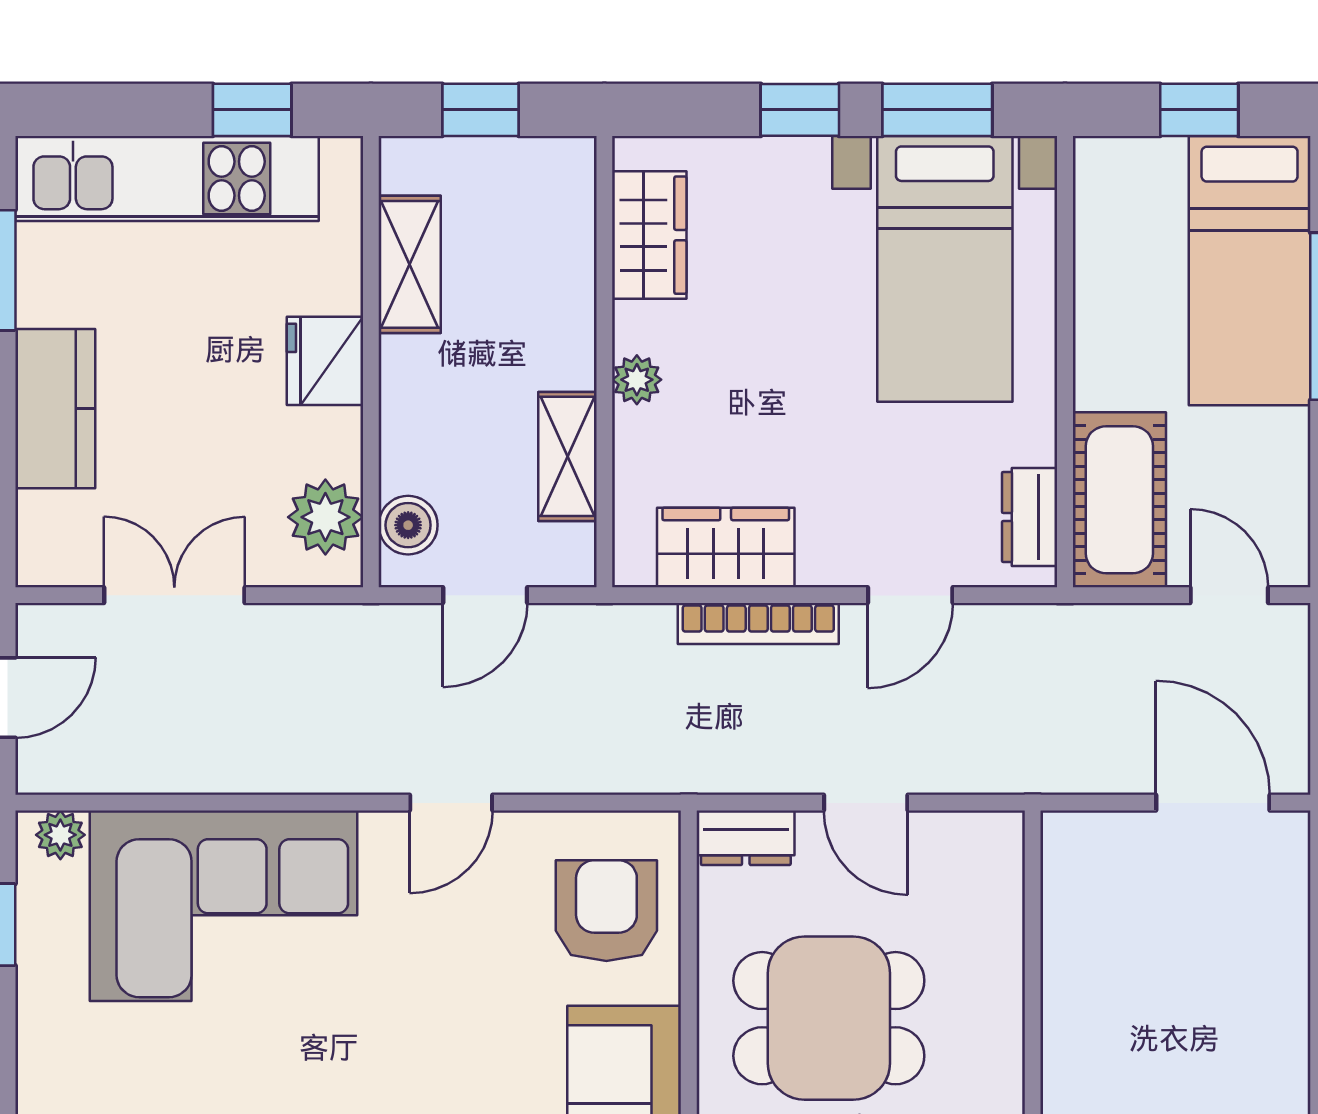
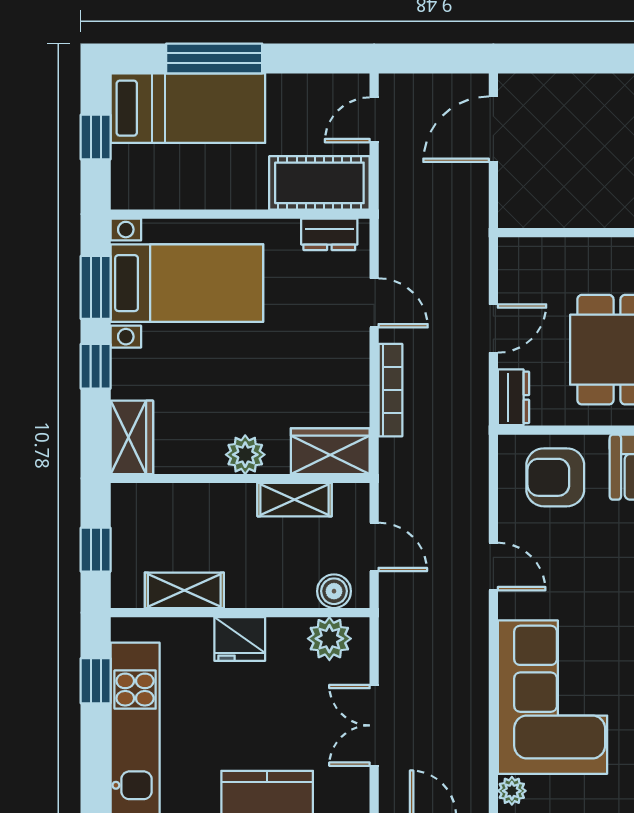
wardrobe: (649, 235) -> (132, 437), moved, turned 90
plant: (637, 380) -> (245, 455), width x1.38, depth x1.38
wardrobe: (726, 547) -> (330, 451), moved, turned 90

